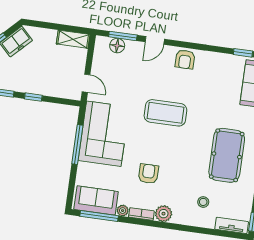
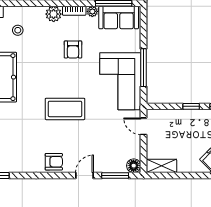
floor lamp: (117, 46) -> (134, 166), moved
armchair: (185, 59) -> (54, 162), turned 90

